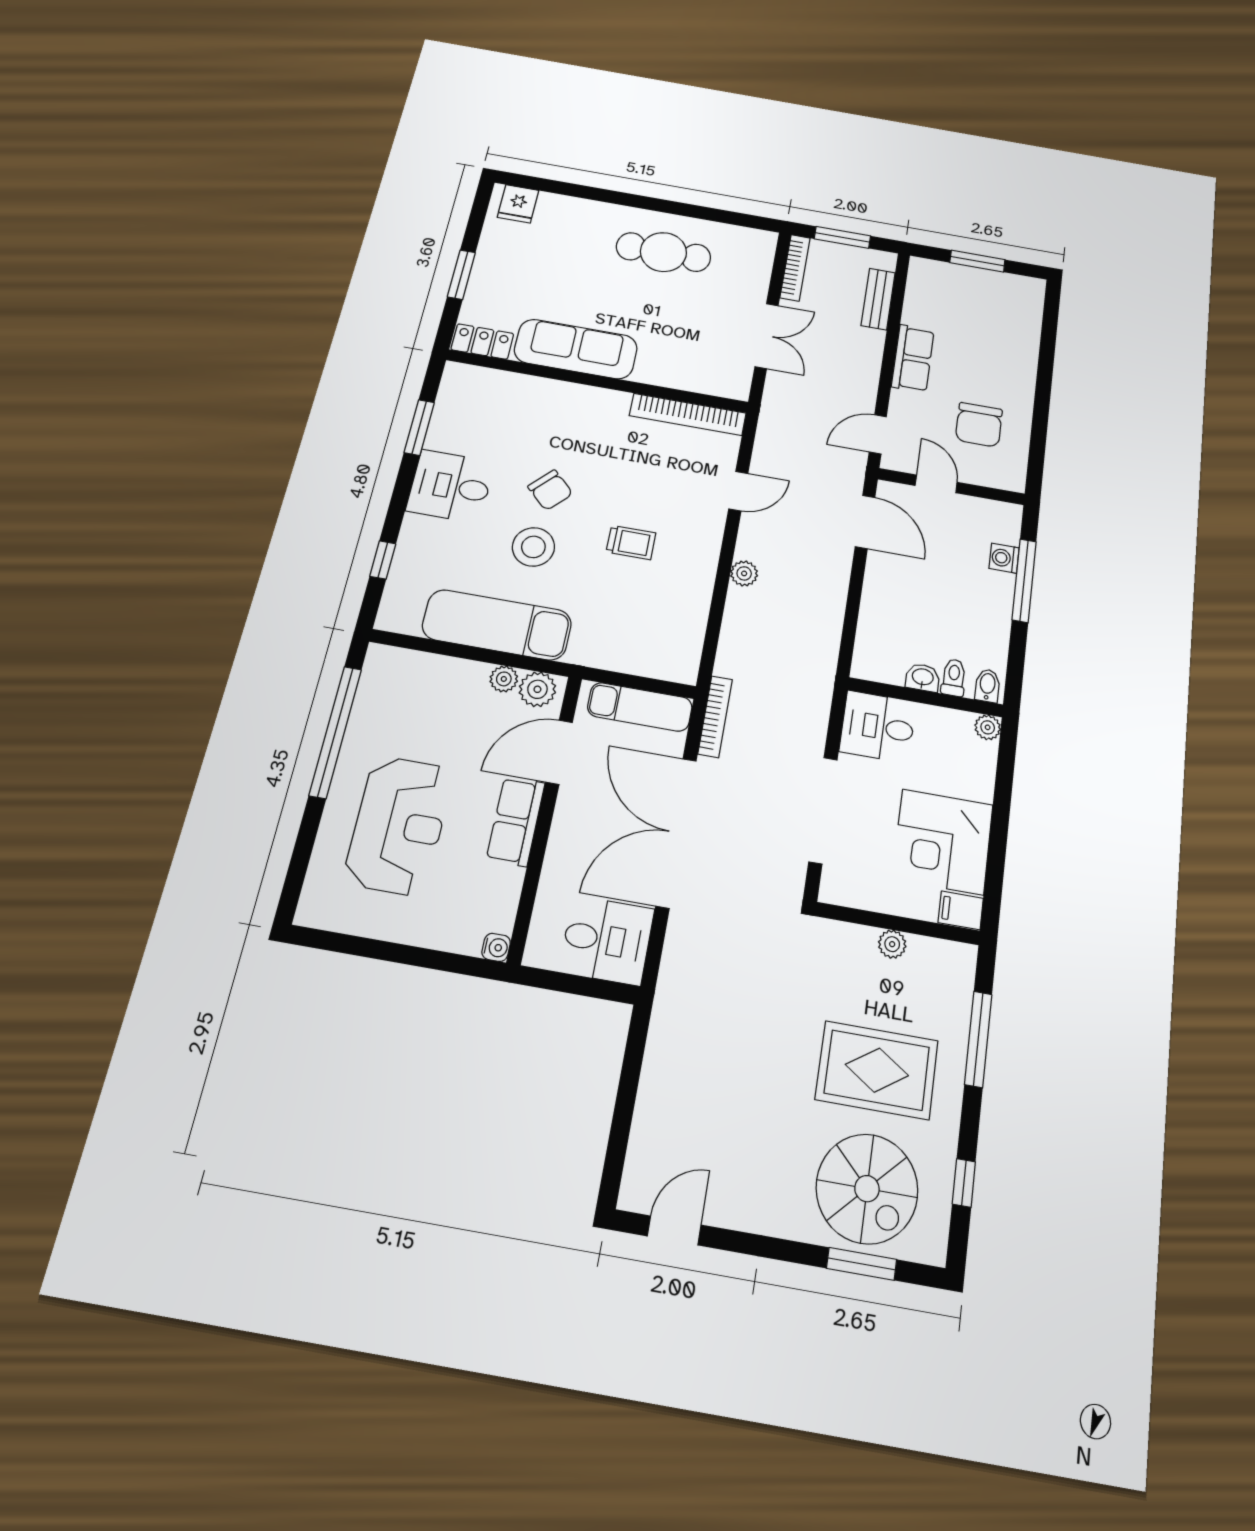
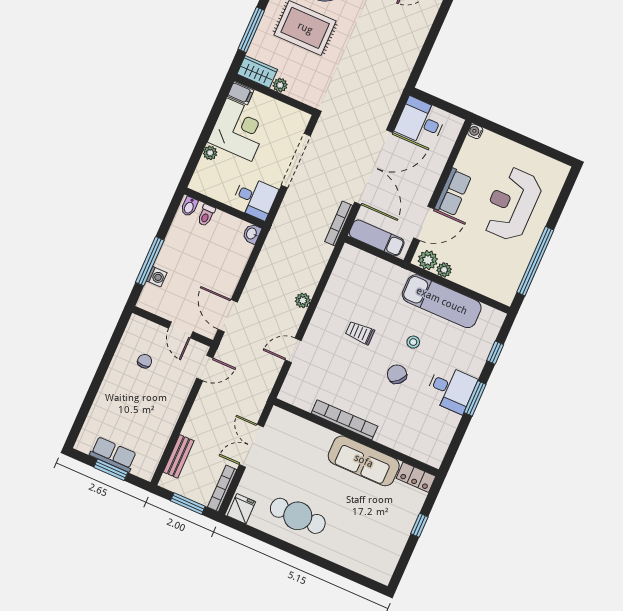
fridge: (518, 204) -> (241, 509), moved
window: (461, 275) -> (419, 525), width x0.67
row of seats: (913, 358) -> (113, 454), moved, turned 90
bookcase: (688, 414) -> (344, 420), moved
chair: (979, 425) -> (145, 361), width x0.54, depth x0.54
window: (419, 428) -> (475, 398), moved
stool: (533, 547) -> (413, 342), width x0.53, depth x0.53
washbasin: (923, 678) -> (252, 234), moved, turned 90
plant: (988, 727) -> (210, 153), moved
wardrobe: (942, 959) -> (257, 72), added

